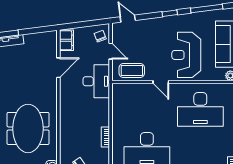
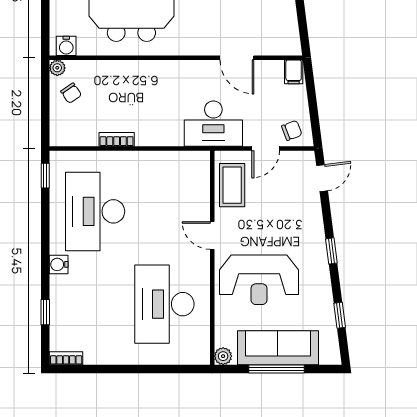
window: (207, 9) -> (340, 315), width x0.46
filing cabinet: (67, 40) -> (294, 72), width x0.50
reception desk: (186, 55) -> (259, 280), turned 180
door: (161, 82) -> (212, 235), hinge flipped

